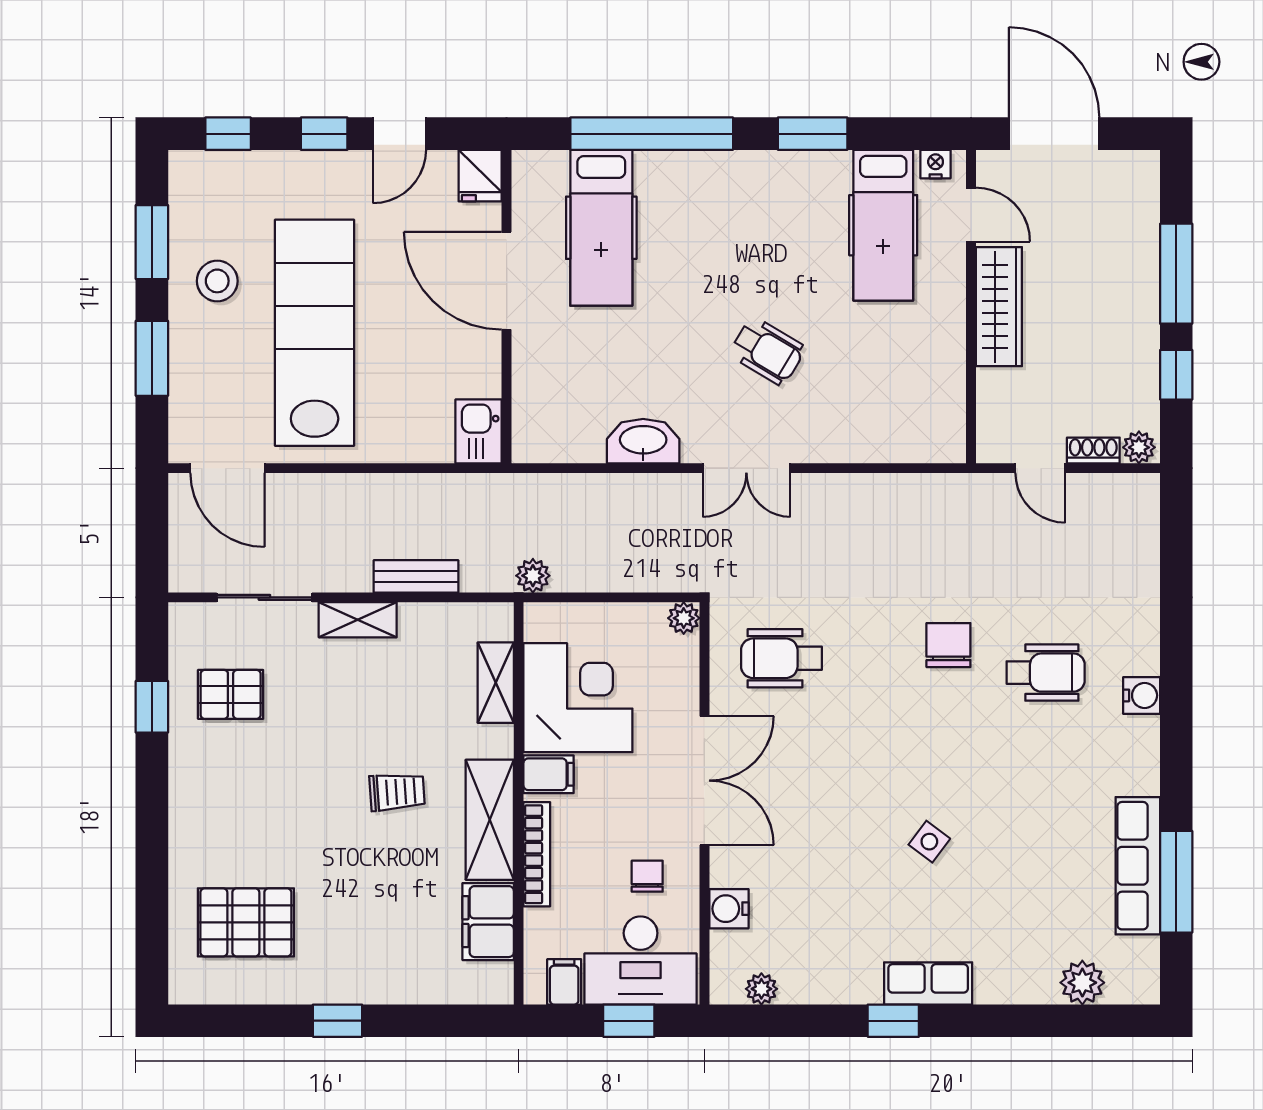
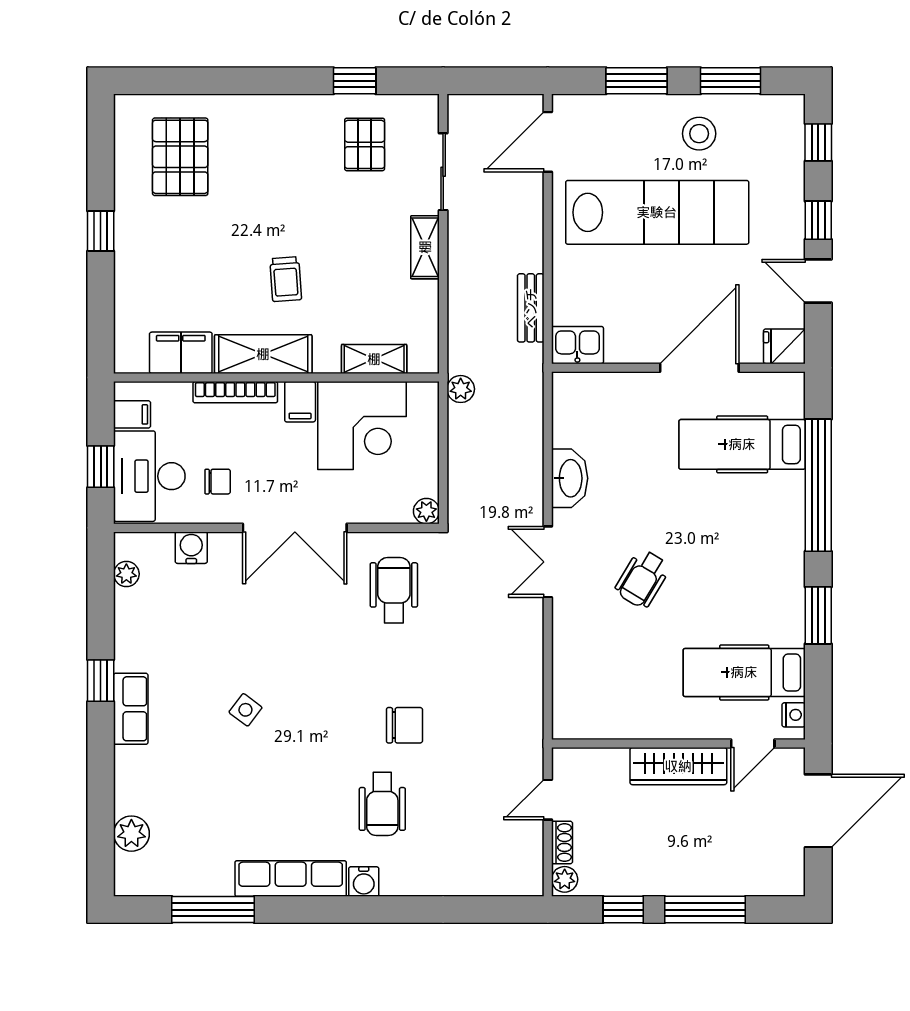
bench: (416, 576) -> (531, 308), moved
row of seats: (1138, 866) -> (291, 879), moved

